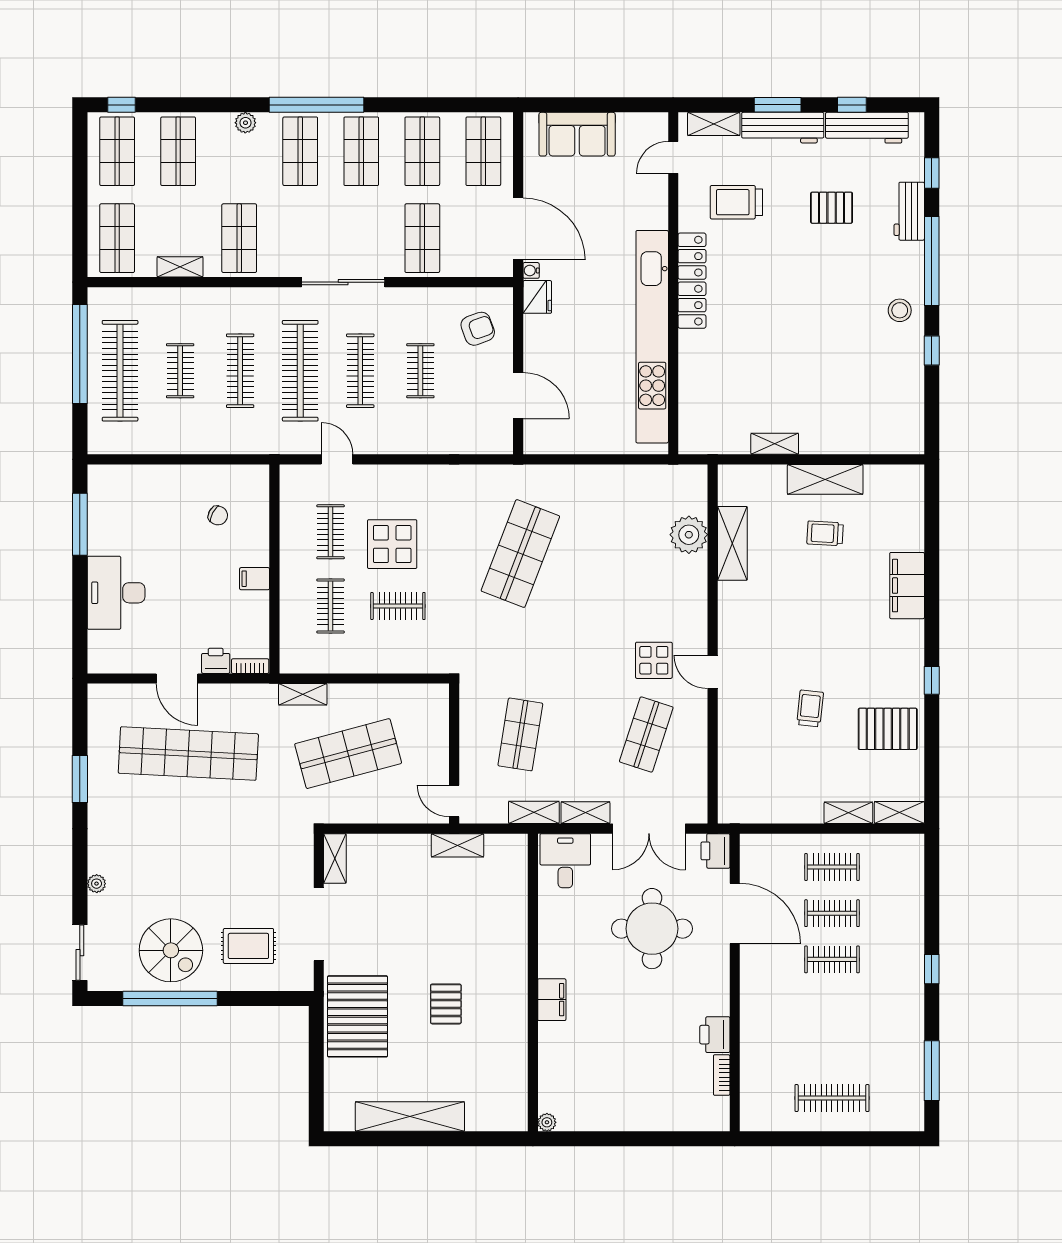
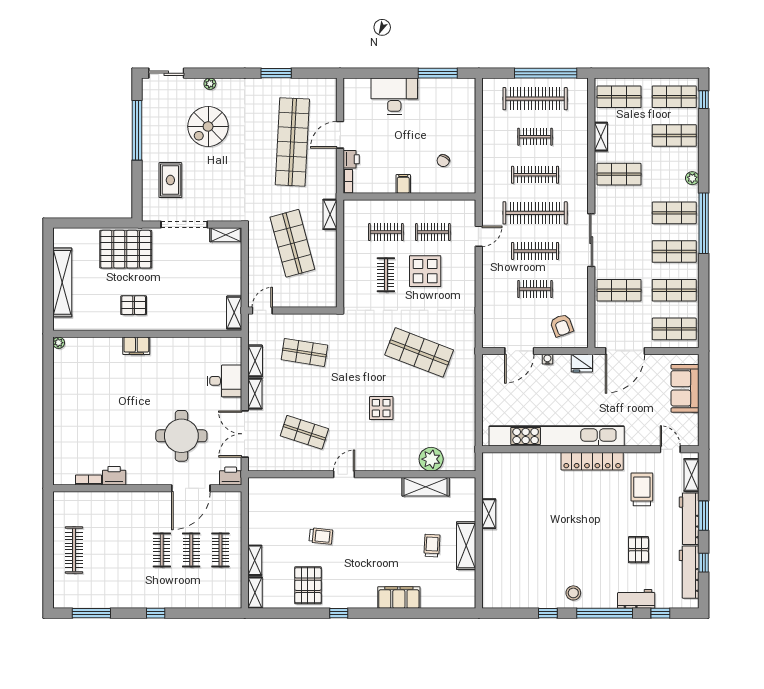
water cooler: (531, 270) -> (547, 359), moved
display table: (654, 660) -> (381, 408), moved
spiral stairs: (171, 950) -> (208, 126), moved
wall: (533, 983) -> (147, 334), moved
filing cabinet: (552, 1000) -> (136, 346), moved
plant: (547, 1122) -> (59, 343), moved

